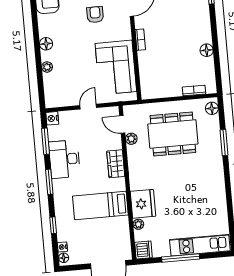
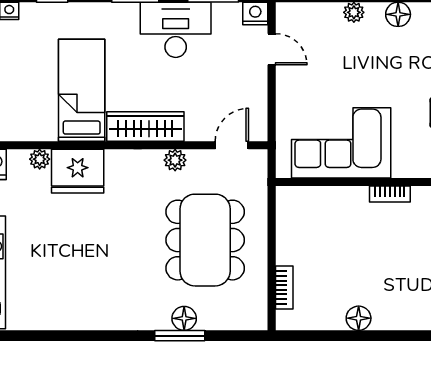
door: (88, 107) -> (272, 49), moved
floor lamp: (212, 108) -> (184, 318), moved
plant: (131, 139) -> (175, 160), moved
wardrobe: (116, 164) -> (145, 126), width x1.50

